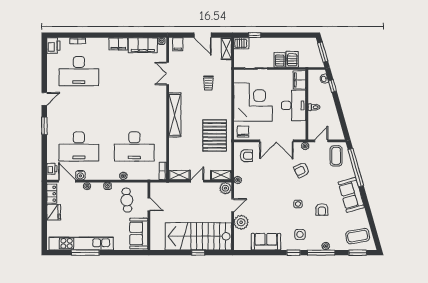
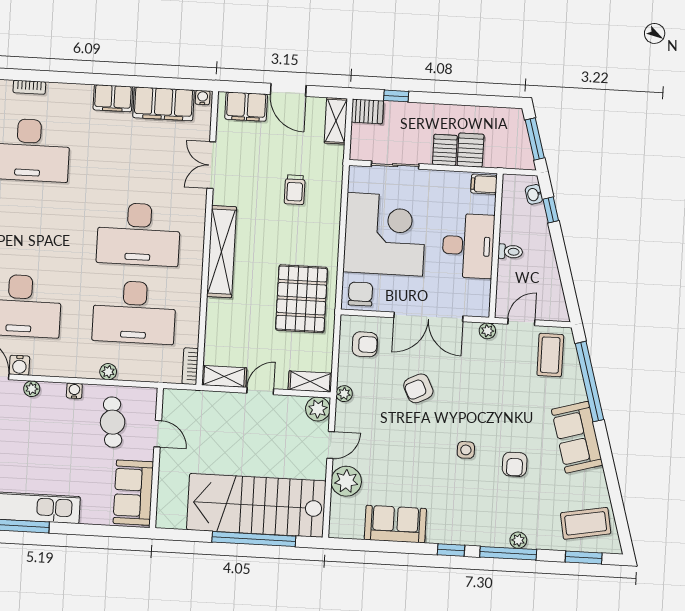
filing cabinet: (178, 44) -> (246, 107), width x2.00
filing cabinet: (300, 80) -> (484, 184), width x0.50
desk: (134, 109) -> (139, 234), added
armchair: (302, 170) -> (418, 388), moved
side table: (300, 234) -> (466, 513), removed
window: (198, 253) -> (254, 539), width x3.17

